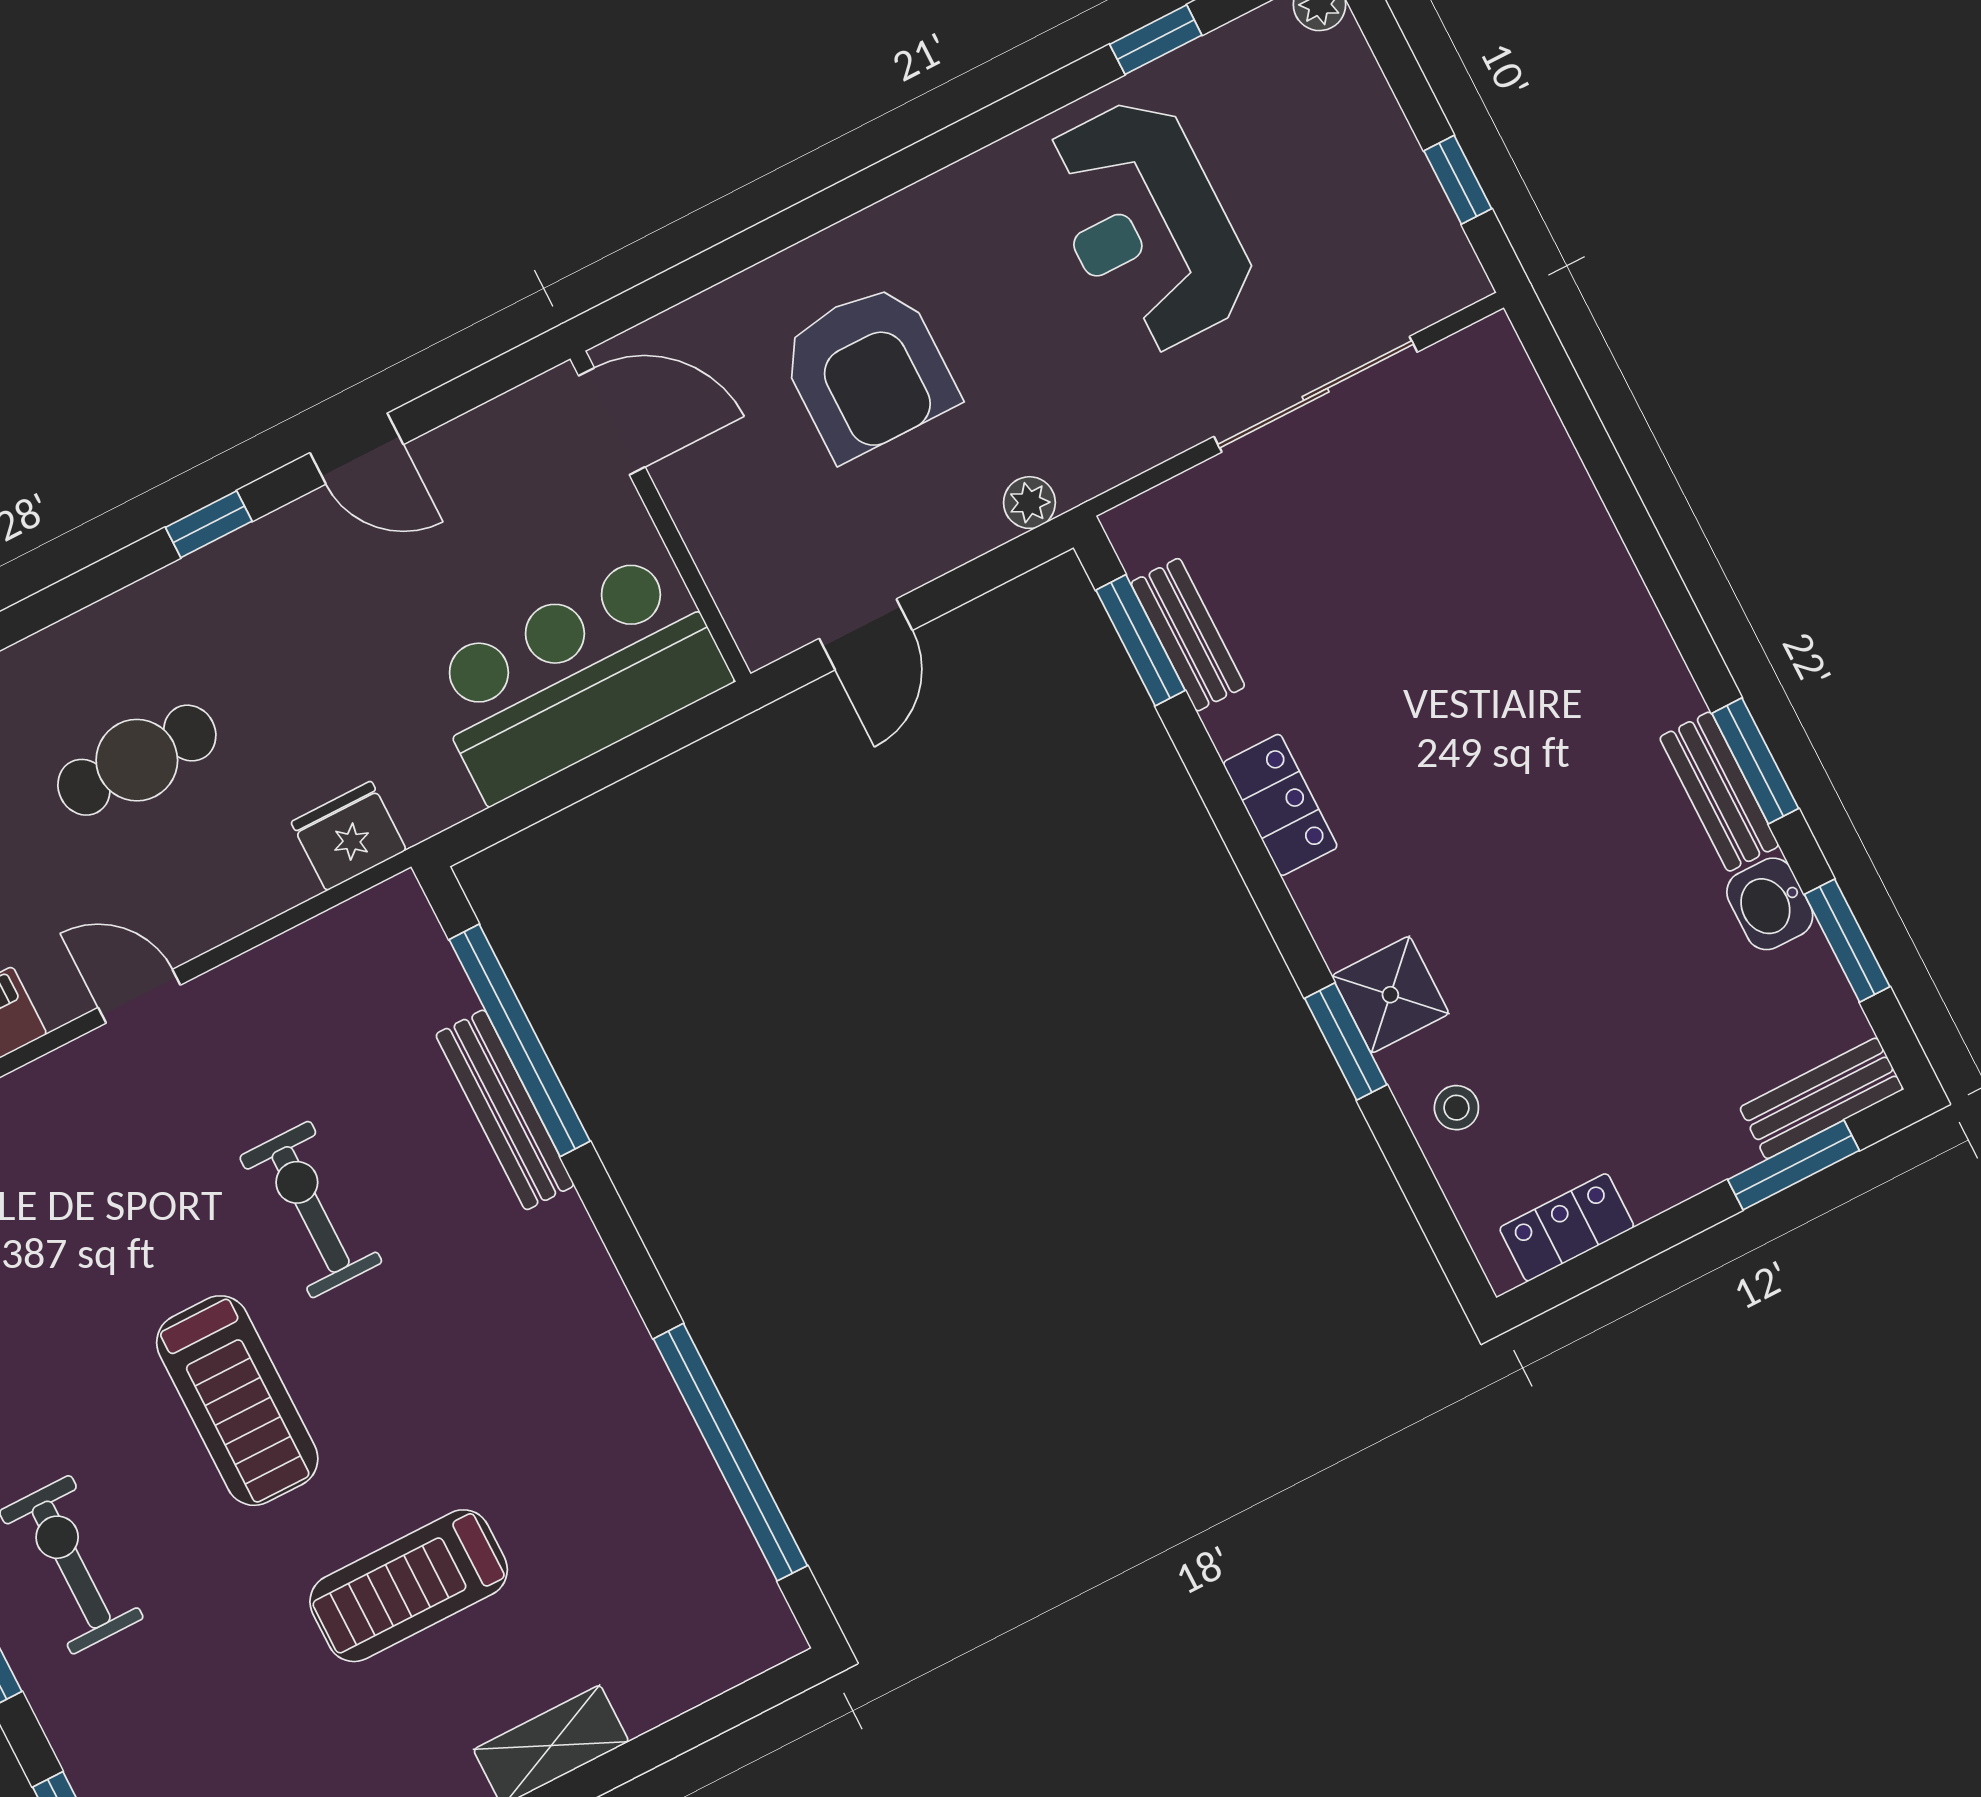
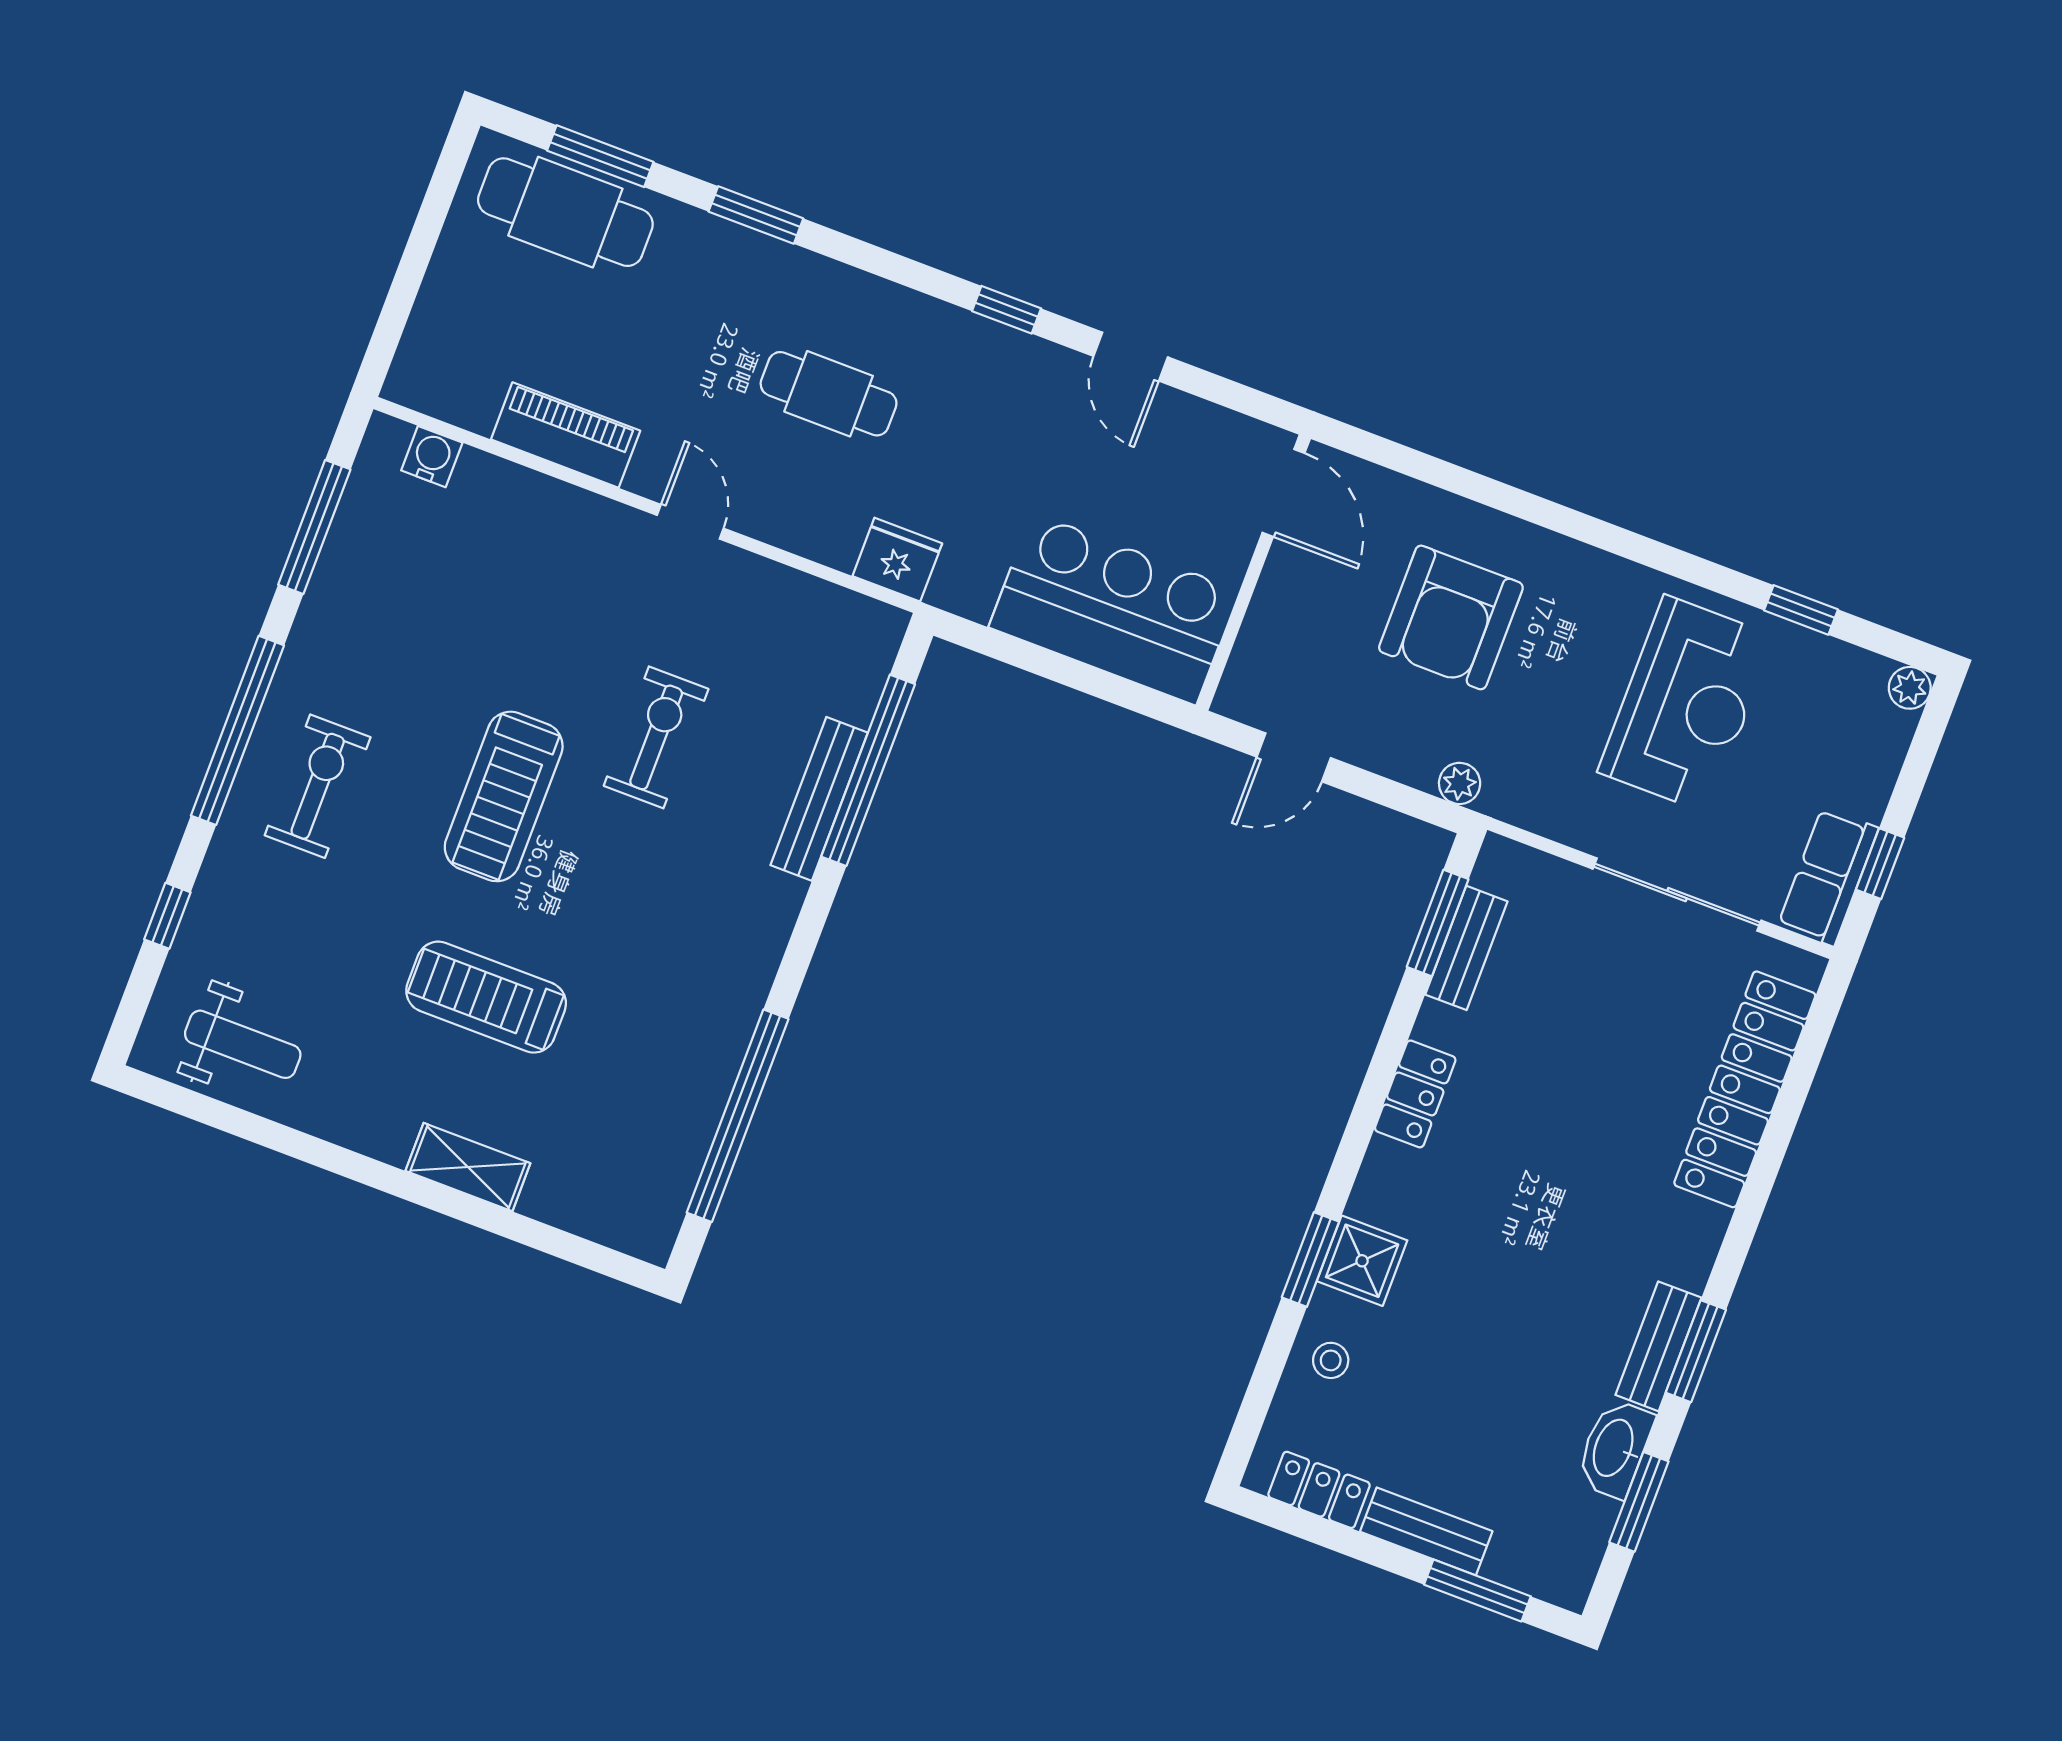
reception desk: (1147, 225) -> (1686, 704), turned 180
row of seats: (1426, 239) -> (1828, 877), added
locker: (1553, 495) -> (1745, 1089), added
washbasin: (1770, 904) -> (1615, 1448), width x1.38
bench: (1822, 1098) -> (1426, 1531), moved

